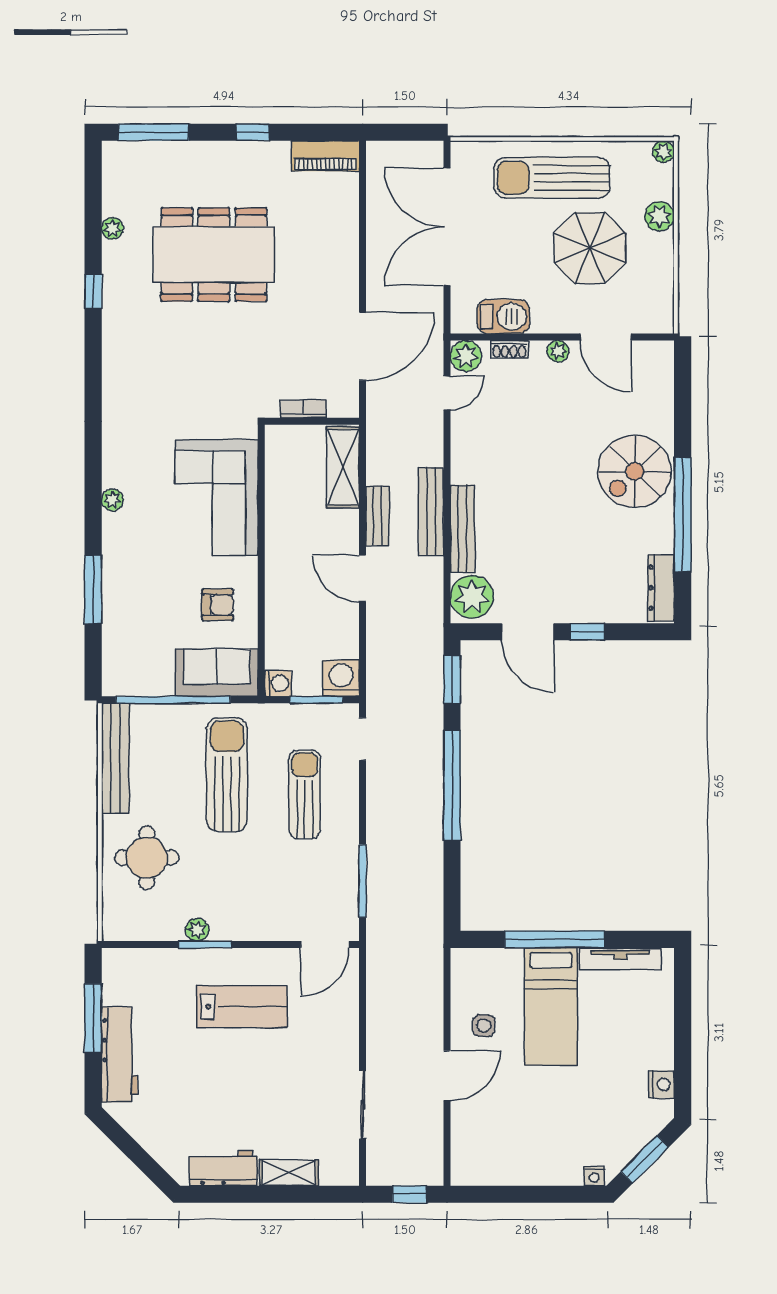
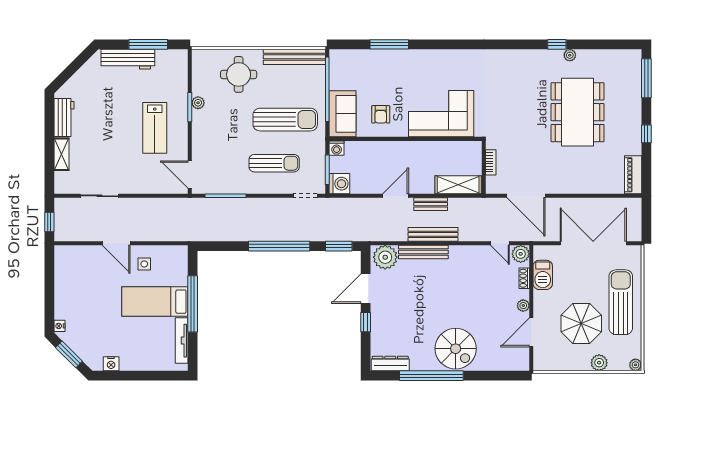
plant: (112, 228) -> (570, 55), moved
spiral stairs: (635, 472) -> (456, 349), turned 180
plant: (112, 500) -> (440, 55), removed

